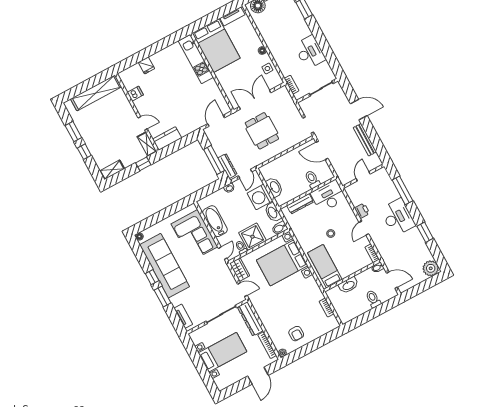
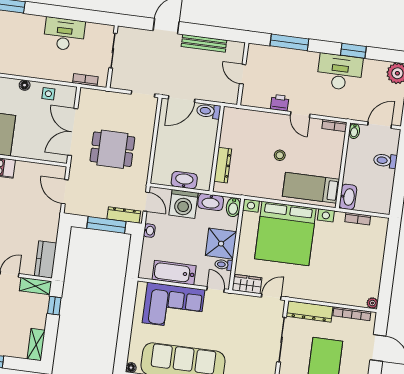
toilet: (312, 179) -> (209, 111), moved
desk: (328, 196) -> (237, 128), removed
desk: (398, 217) -> (340, 72), moved
bed with nightstands: (282, 263) -> (285, 234), width x1.36
washbasin: (348, 285) -> (348, 197), moved
armchair: (296, 334) -> (362, 273), removed

